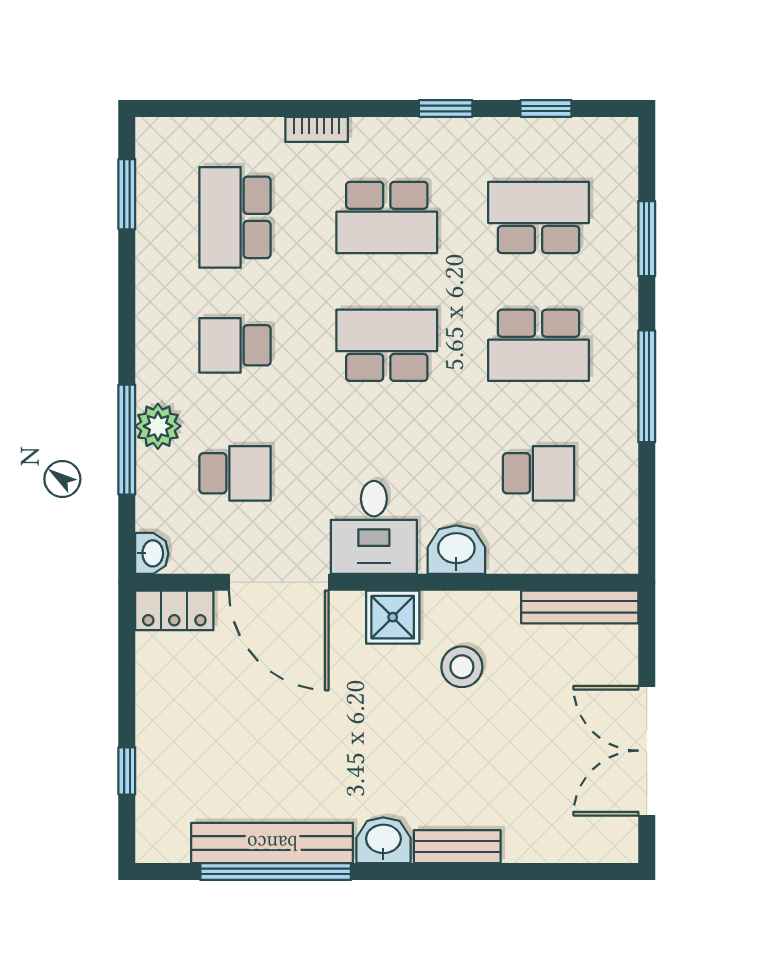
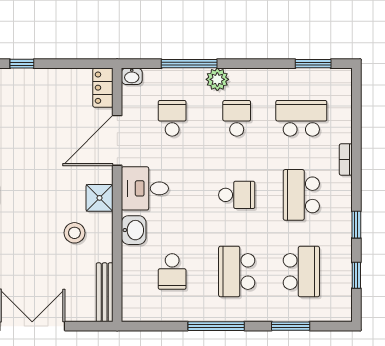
school desk: (387, 345) -> (237, 195), width x0.54
plant: (158, 426) -> (217, 79), moved
school desk: (235, 473) -> (172, 118), turned 180

